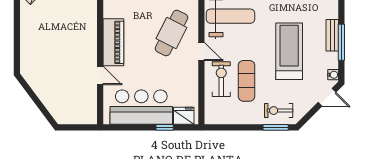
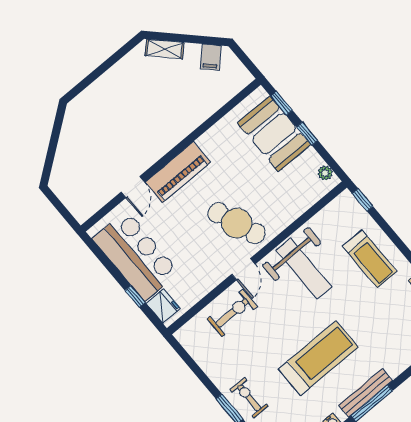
cafe table: (171, 33) -> (237, 223), turned 42
bench: (332, 35) -> (365, 393), width x1.36
exercise mat: (246, 81) -> (252, 340), removed

